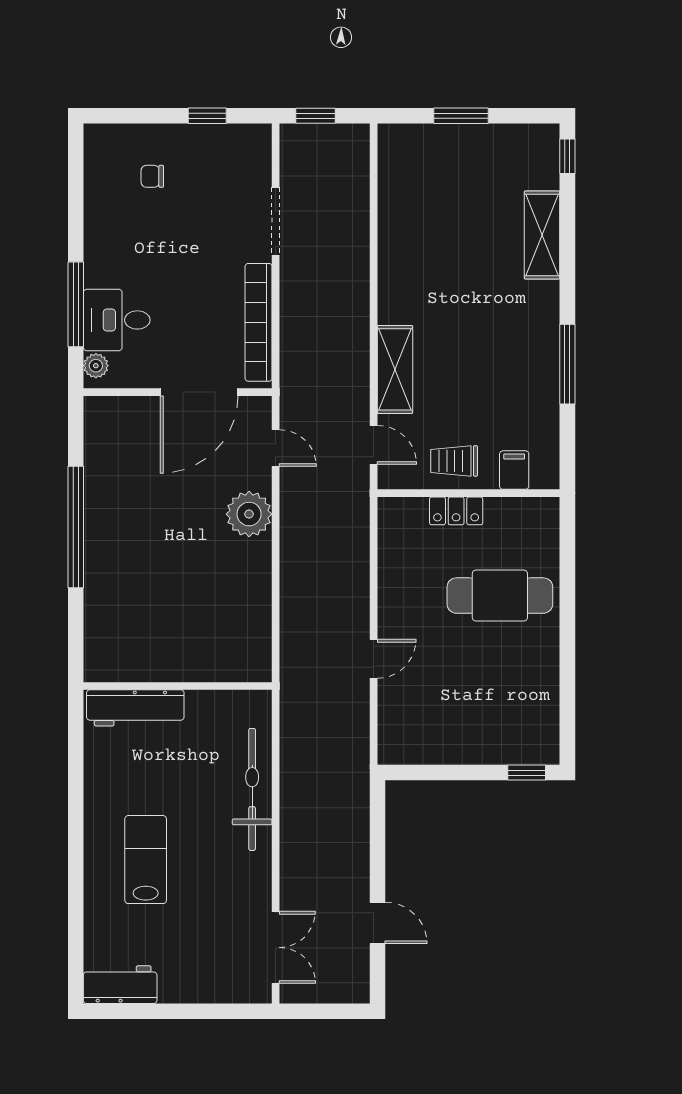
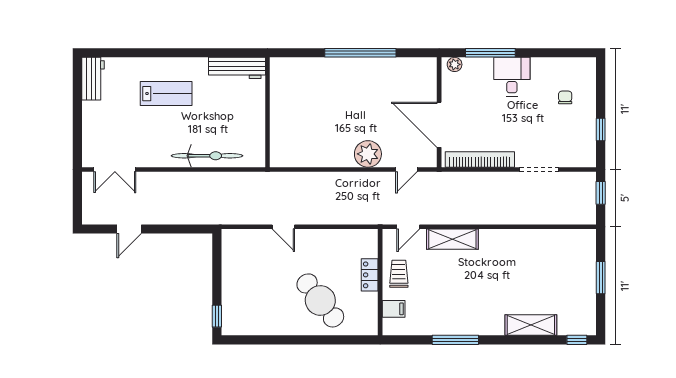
desk: (117, 320) -> (512, 77), moved
cafe table: (500, 596) -> (320, 300), turned -38
workbench: (135, 708) -> (237, 68), moved, turned -90

